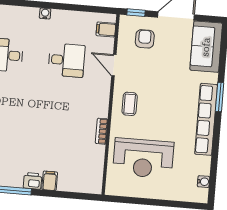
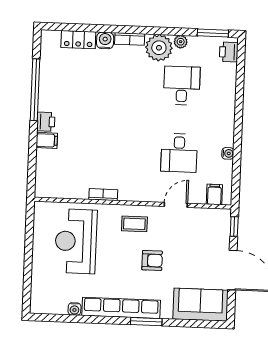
water cooler: (45, 14) -> (228, 153), moved
armchair: (145, 39) -> (152, 260), moved
water cooler: (204, 182) -> (74, 309), moved

